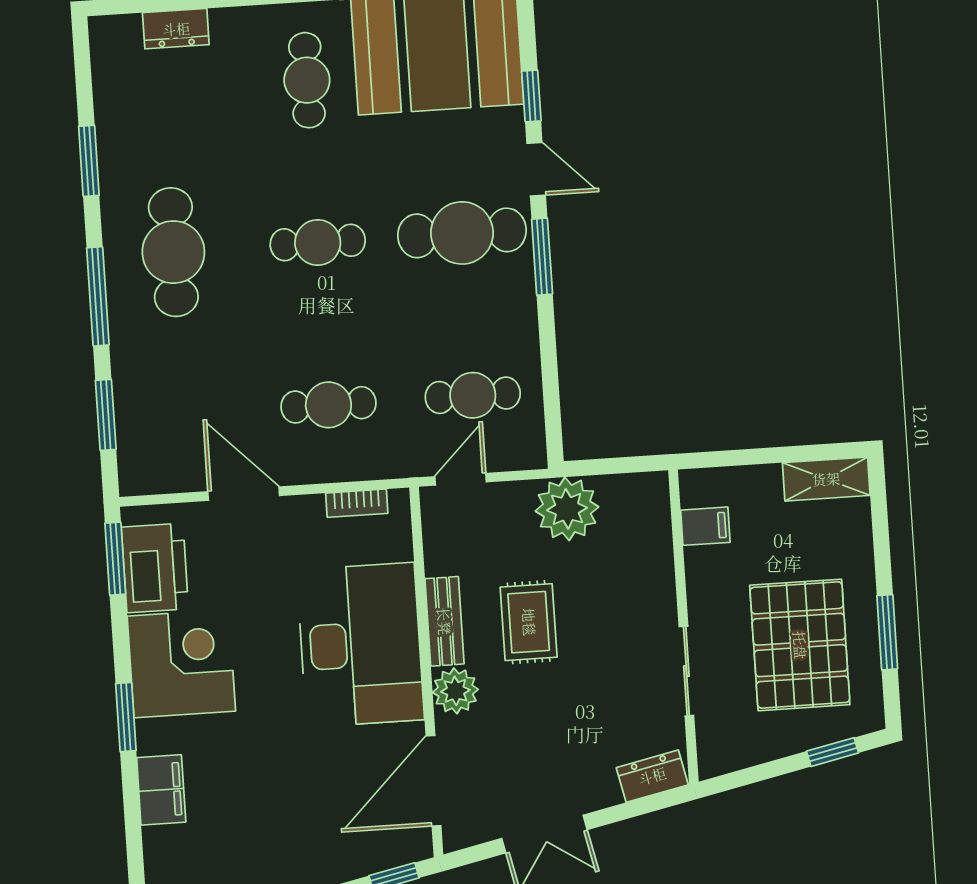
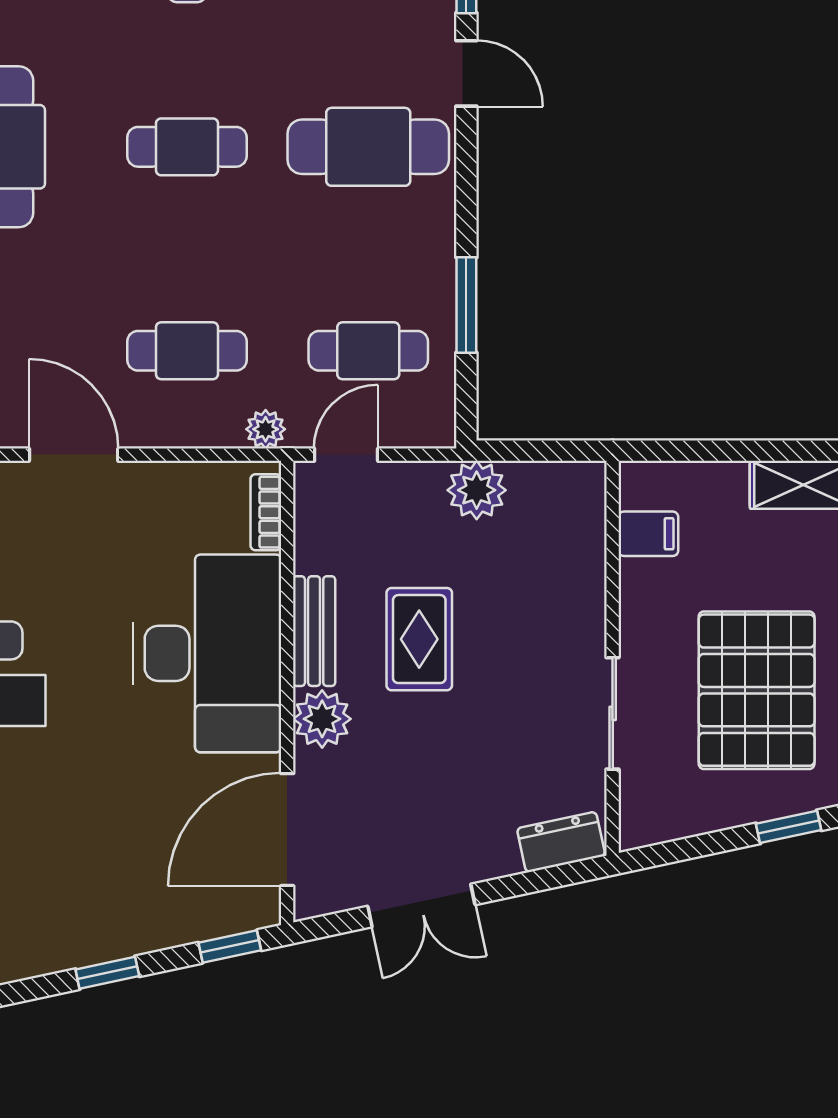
window: (542, 257) -> (466, 305), moved
plant: (395, 463) -> (266, 429), added
bookcase: (357, 503) -> (266, 512), moved, turned 90
plant: (567, 509) -> (477, 490), width x0.73, depth x0.73

